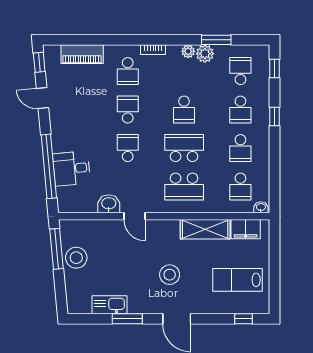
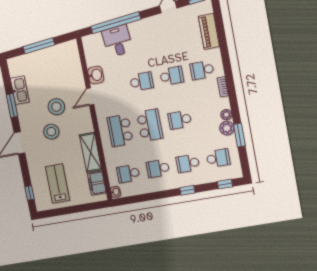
window: (56, 249) -> (39, 46), moved
stool: (76, 258) -> (56, 107), moved

